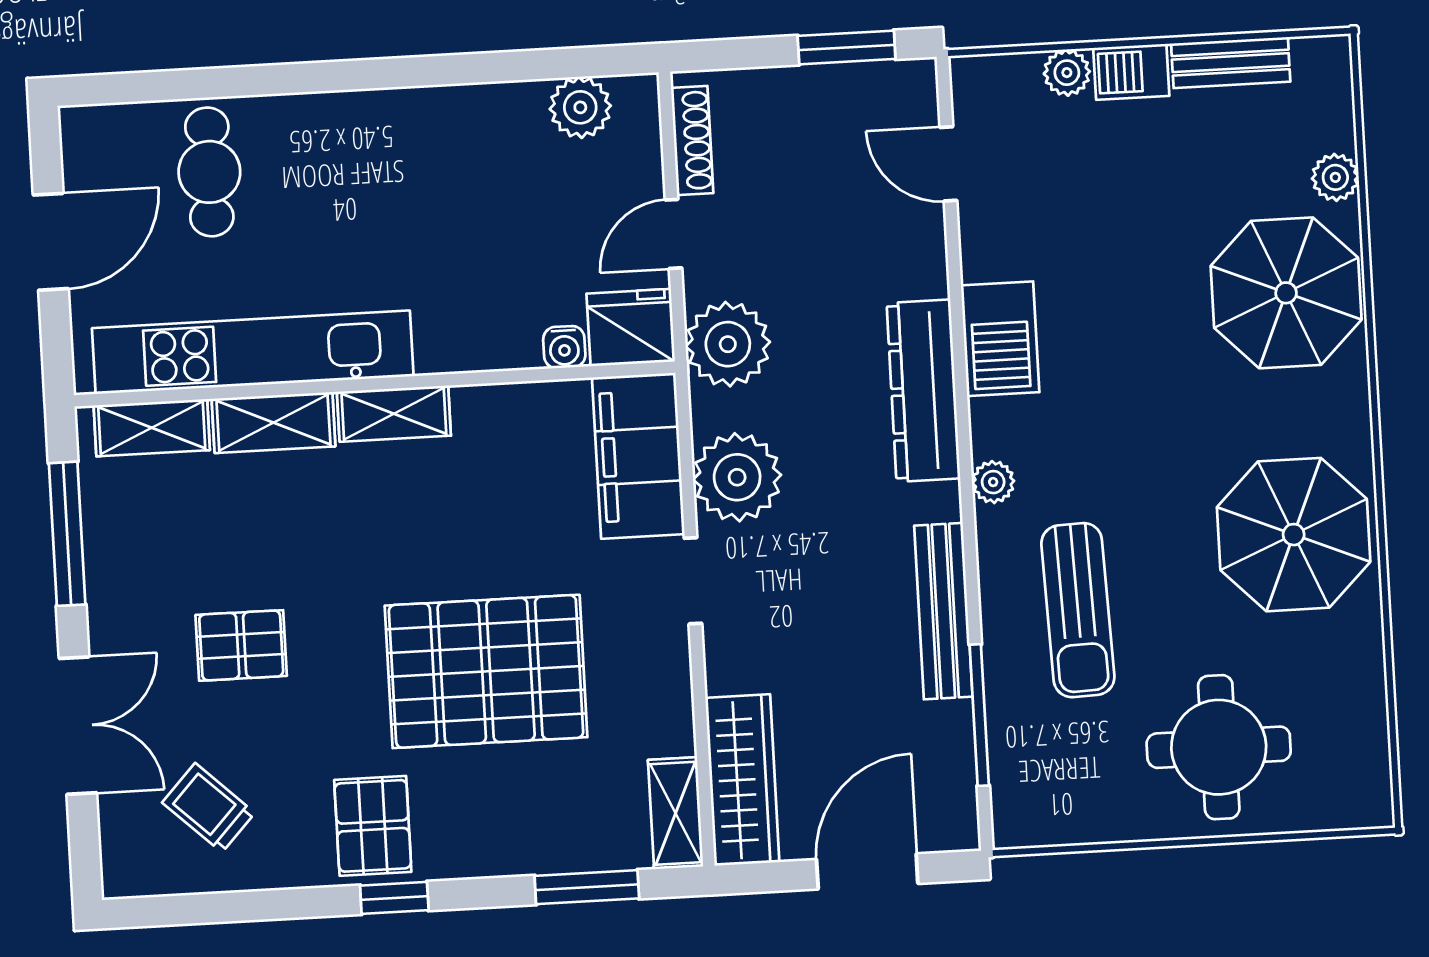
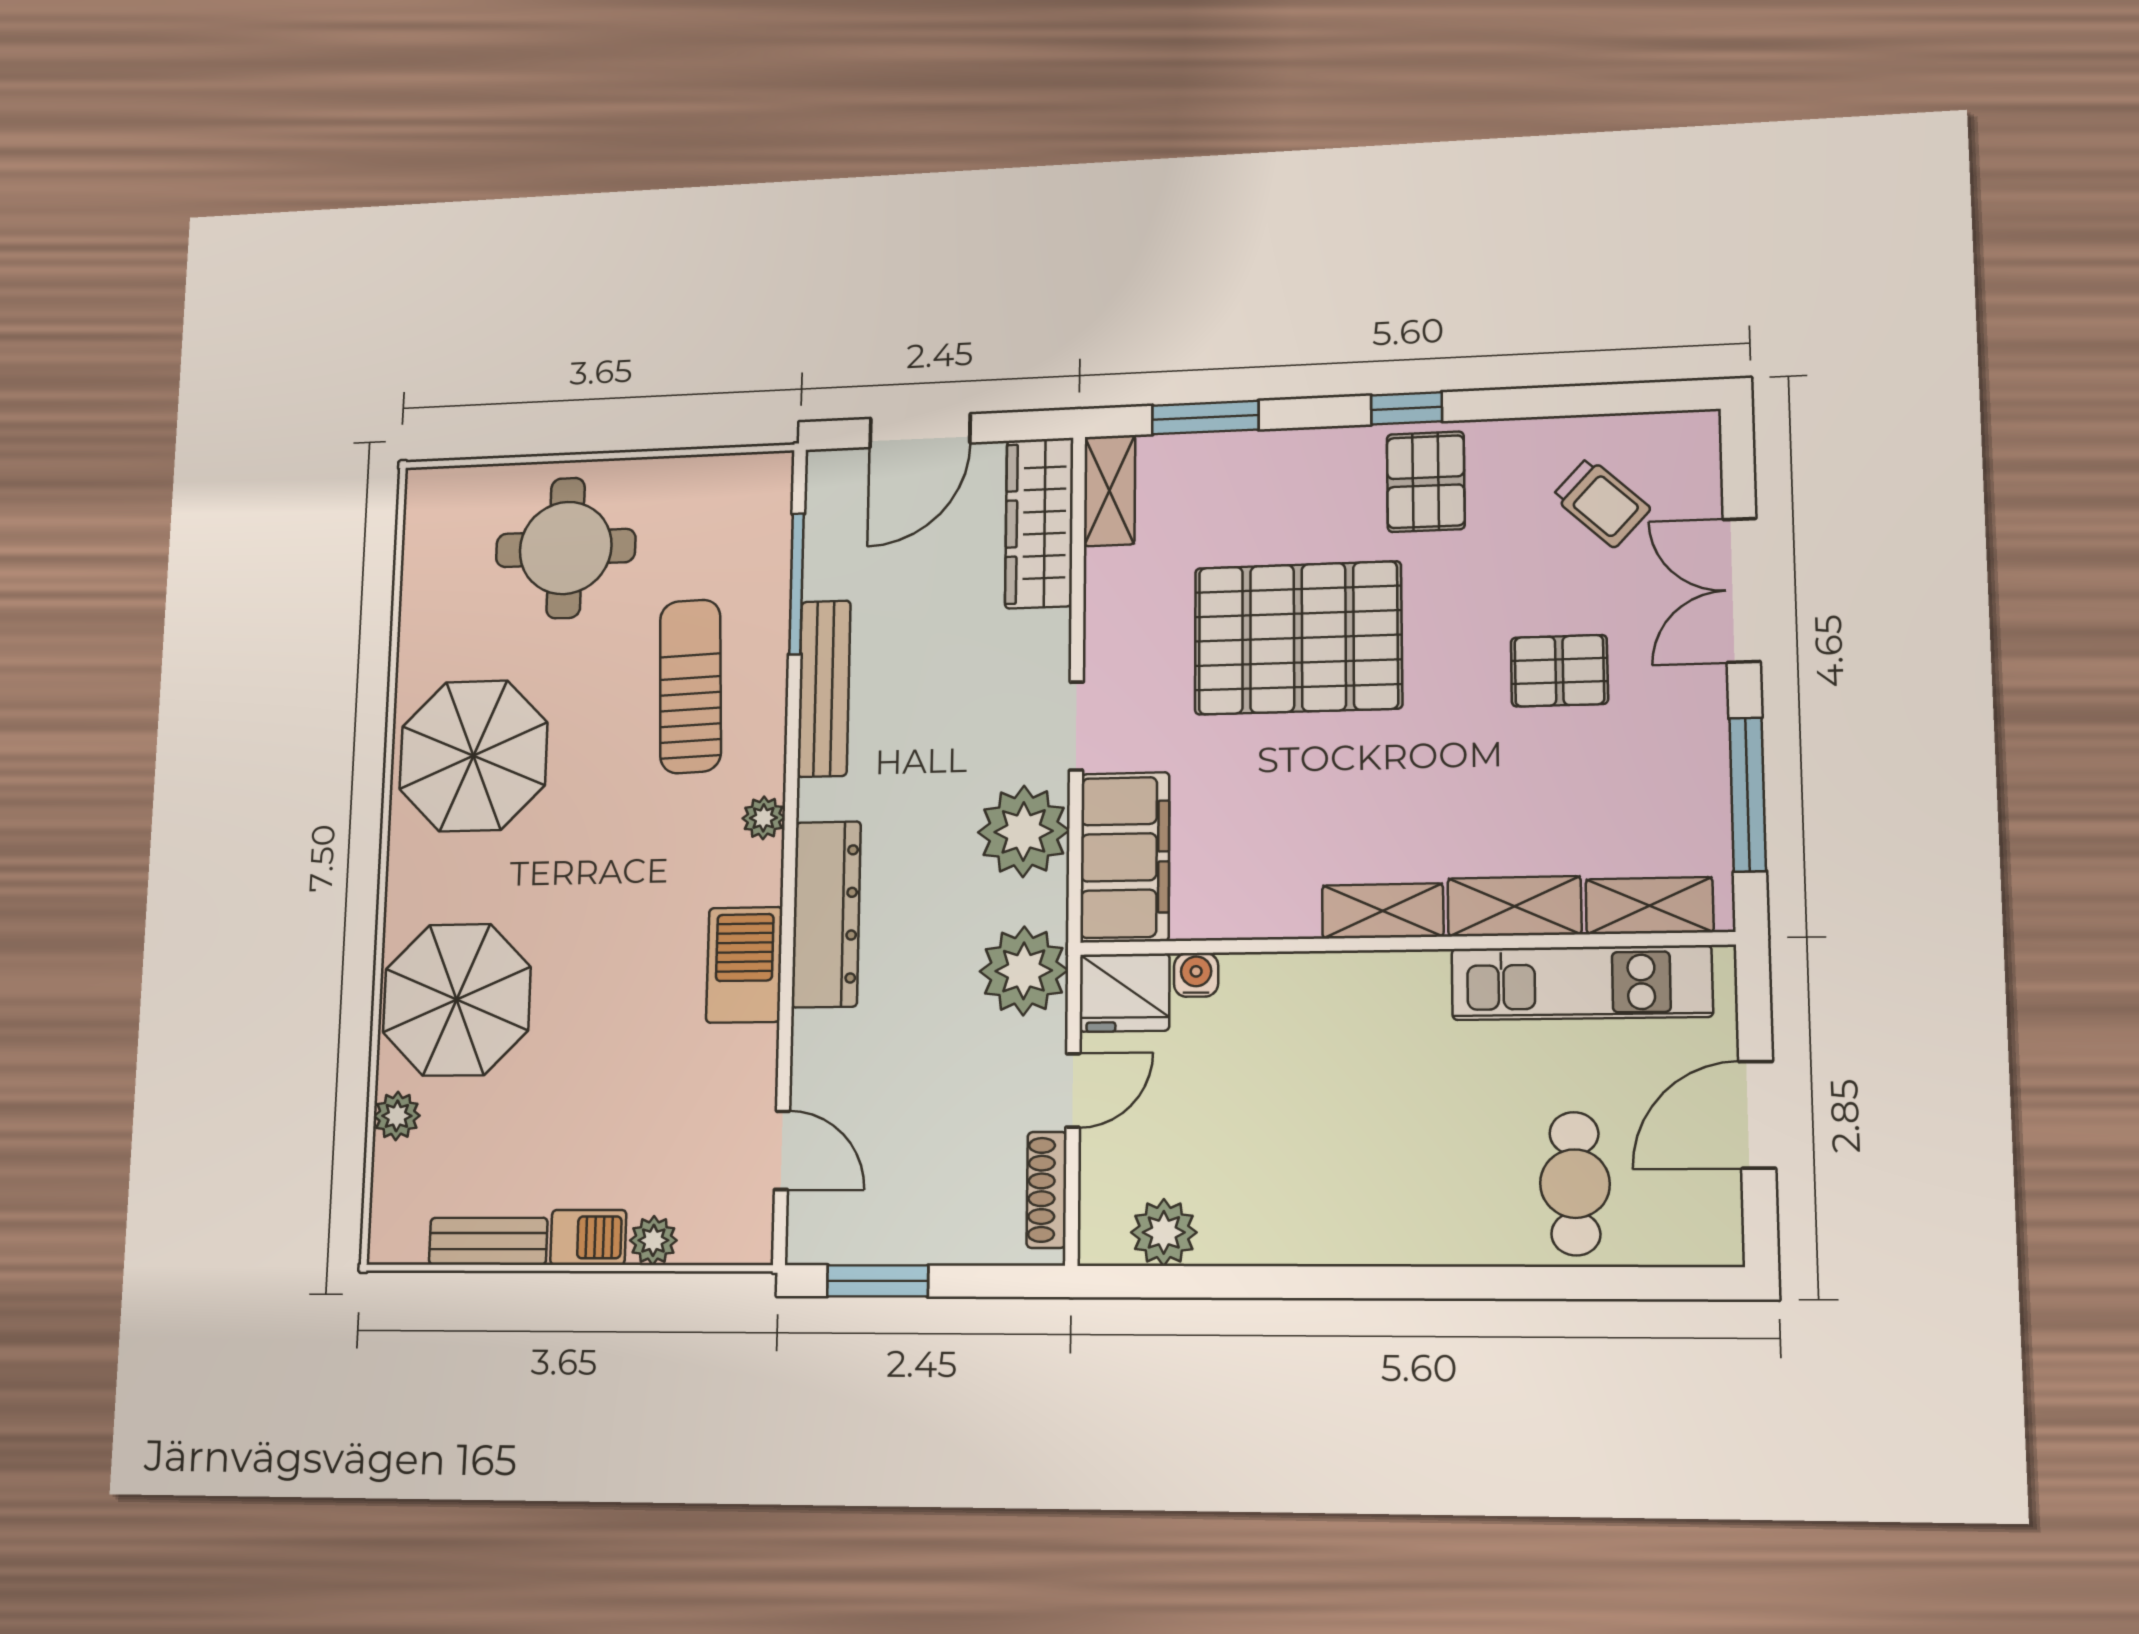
kitchen unit: (253, 352) -> (1581, 983), width x0.73

